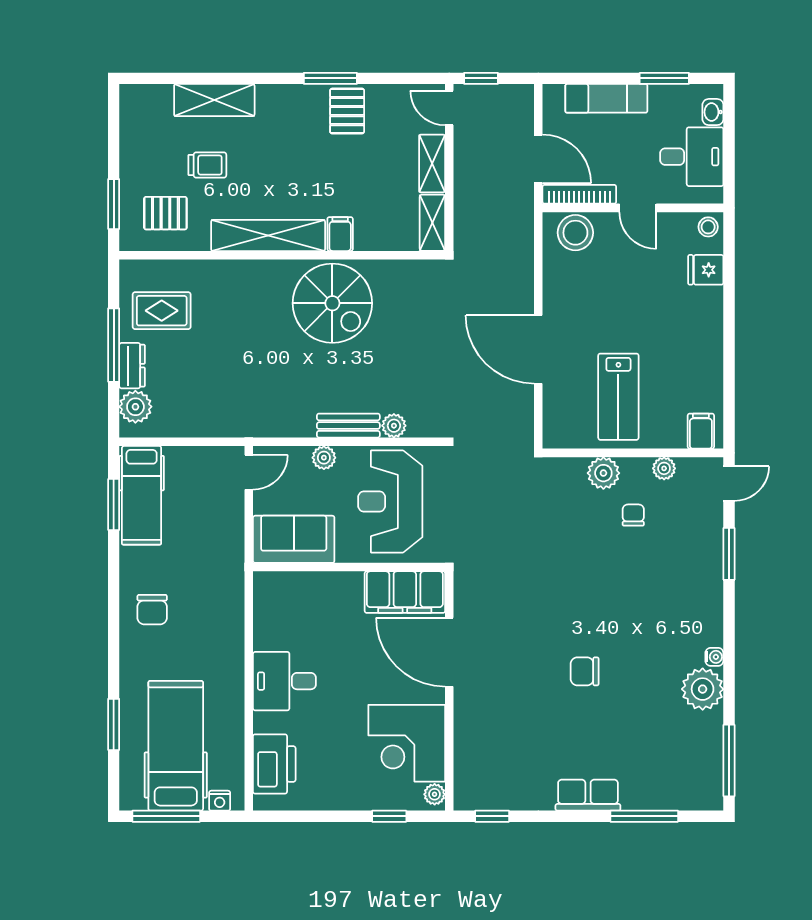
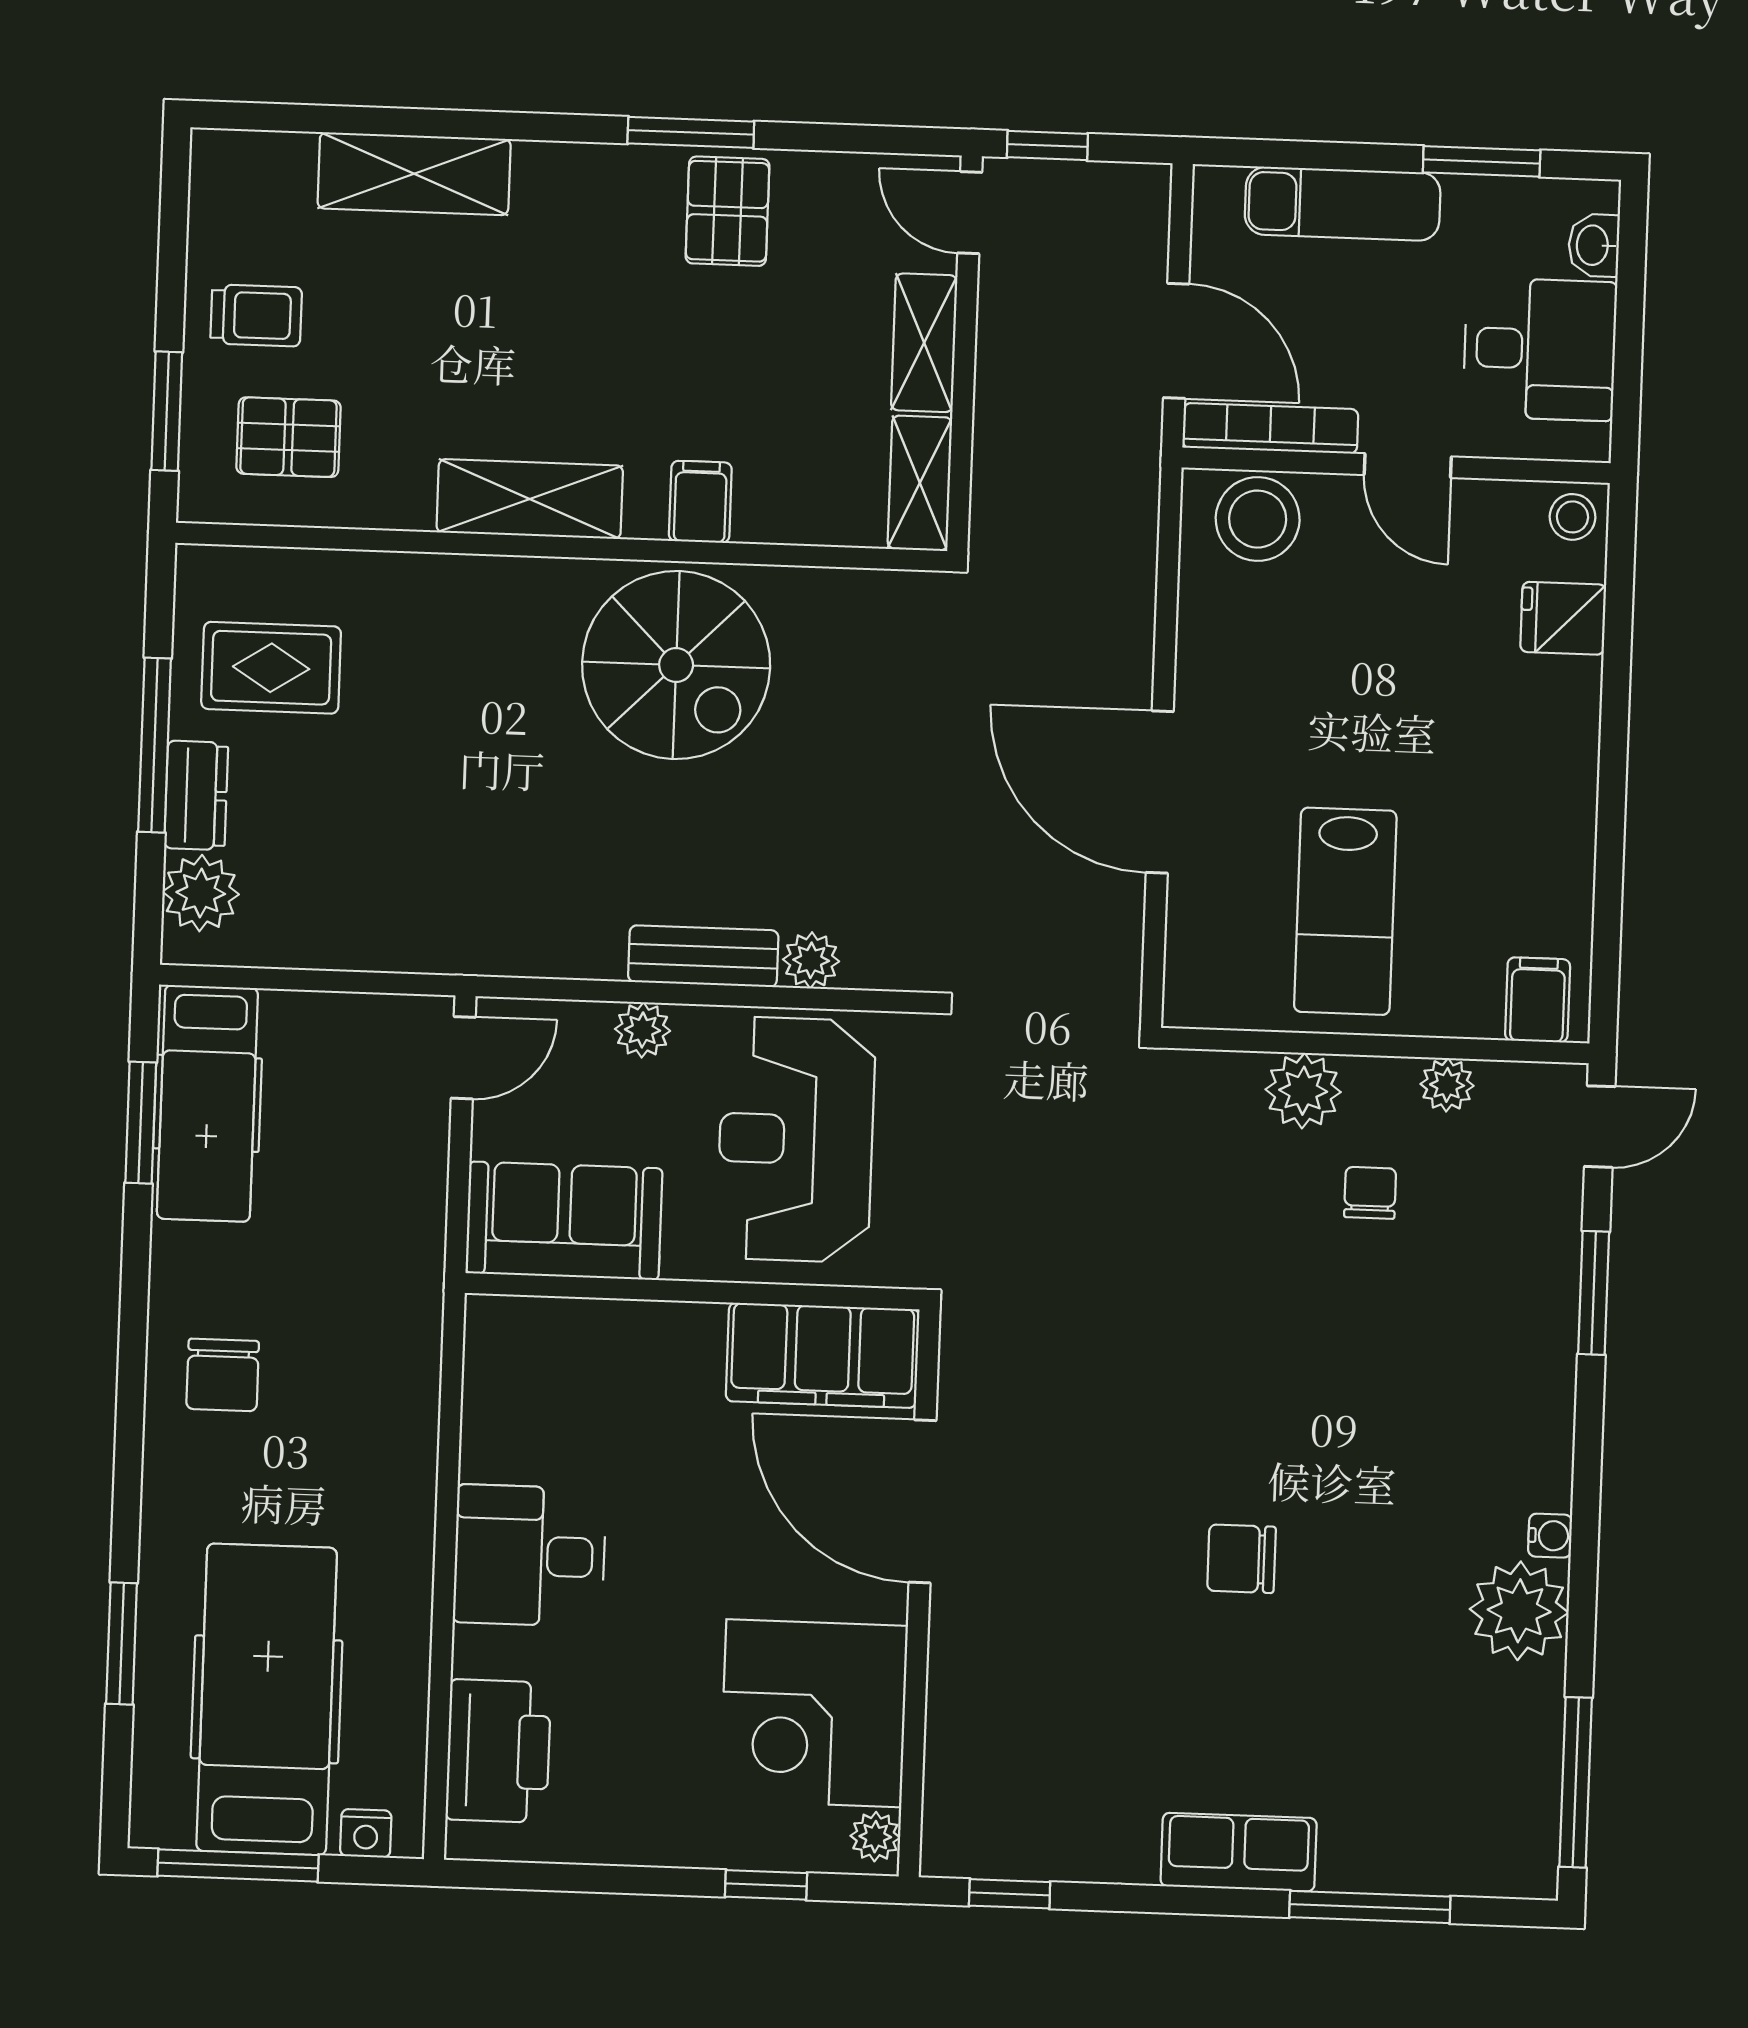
trolley: (207, 165) -> (256, 315), moved
shelving: (268, 235) -> (530, 499), width x0.68

